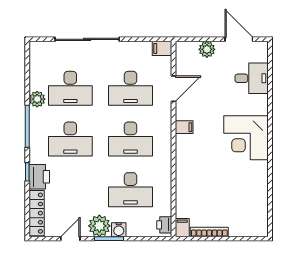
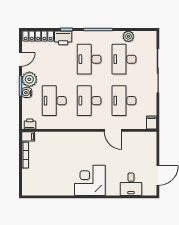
plant: (207, 49) -> (151, 153), removed
door: (174, 89) -> (113, 130), moved
plant: (37, 99) -> (128, 36), moved
filing cabinet: (184, 127) -> (97, 138), removed
door: (70, 239) -> (20, 59), hinge flipped

